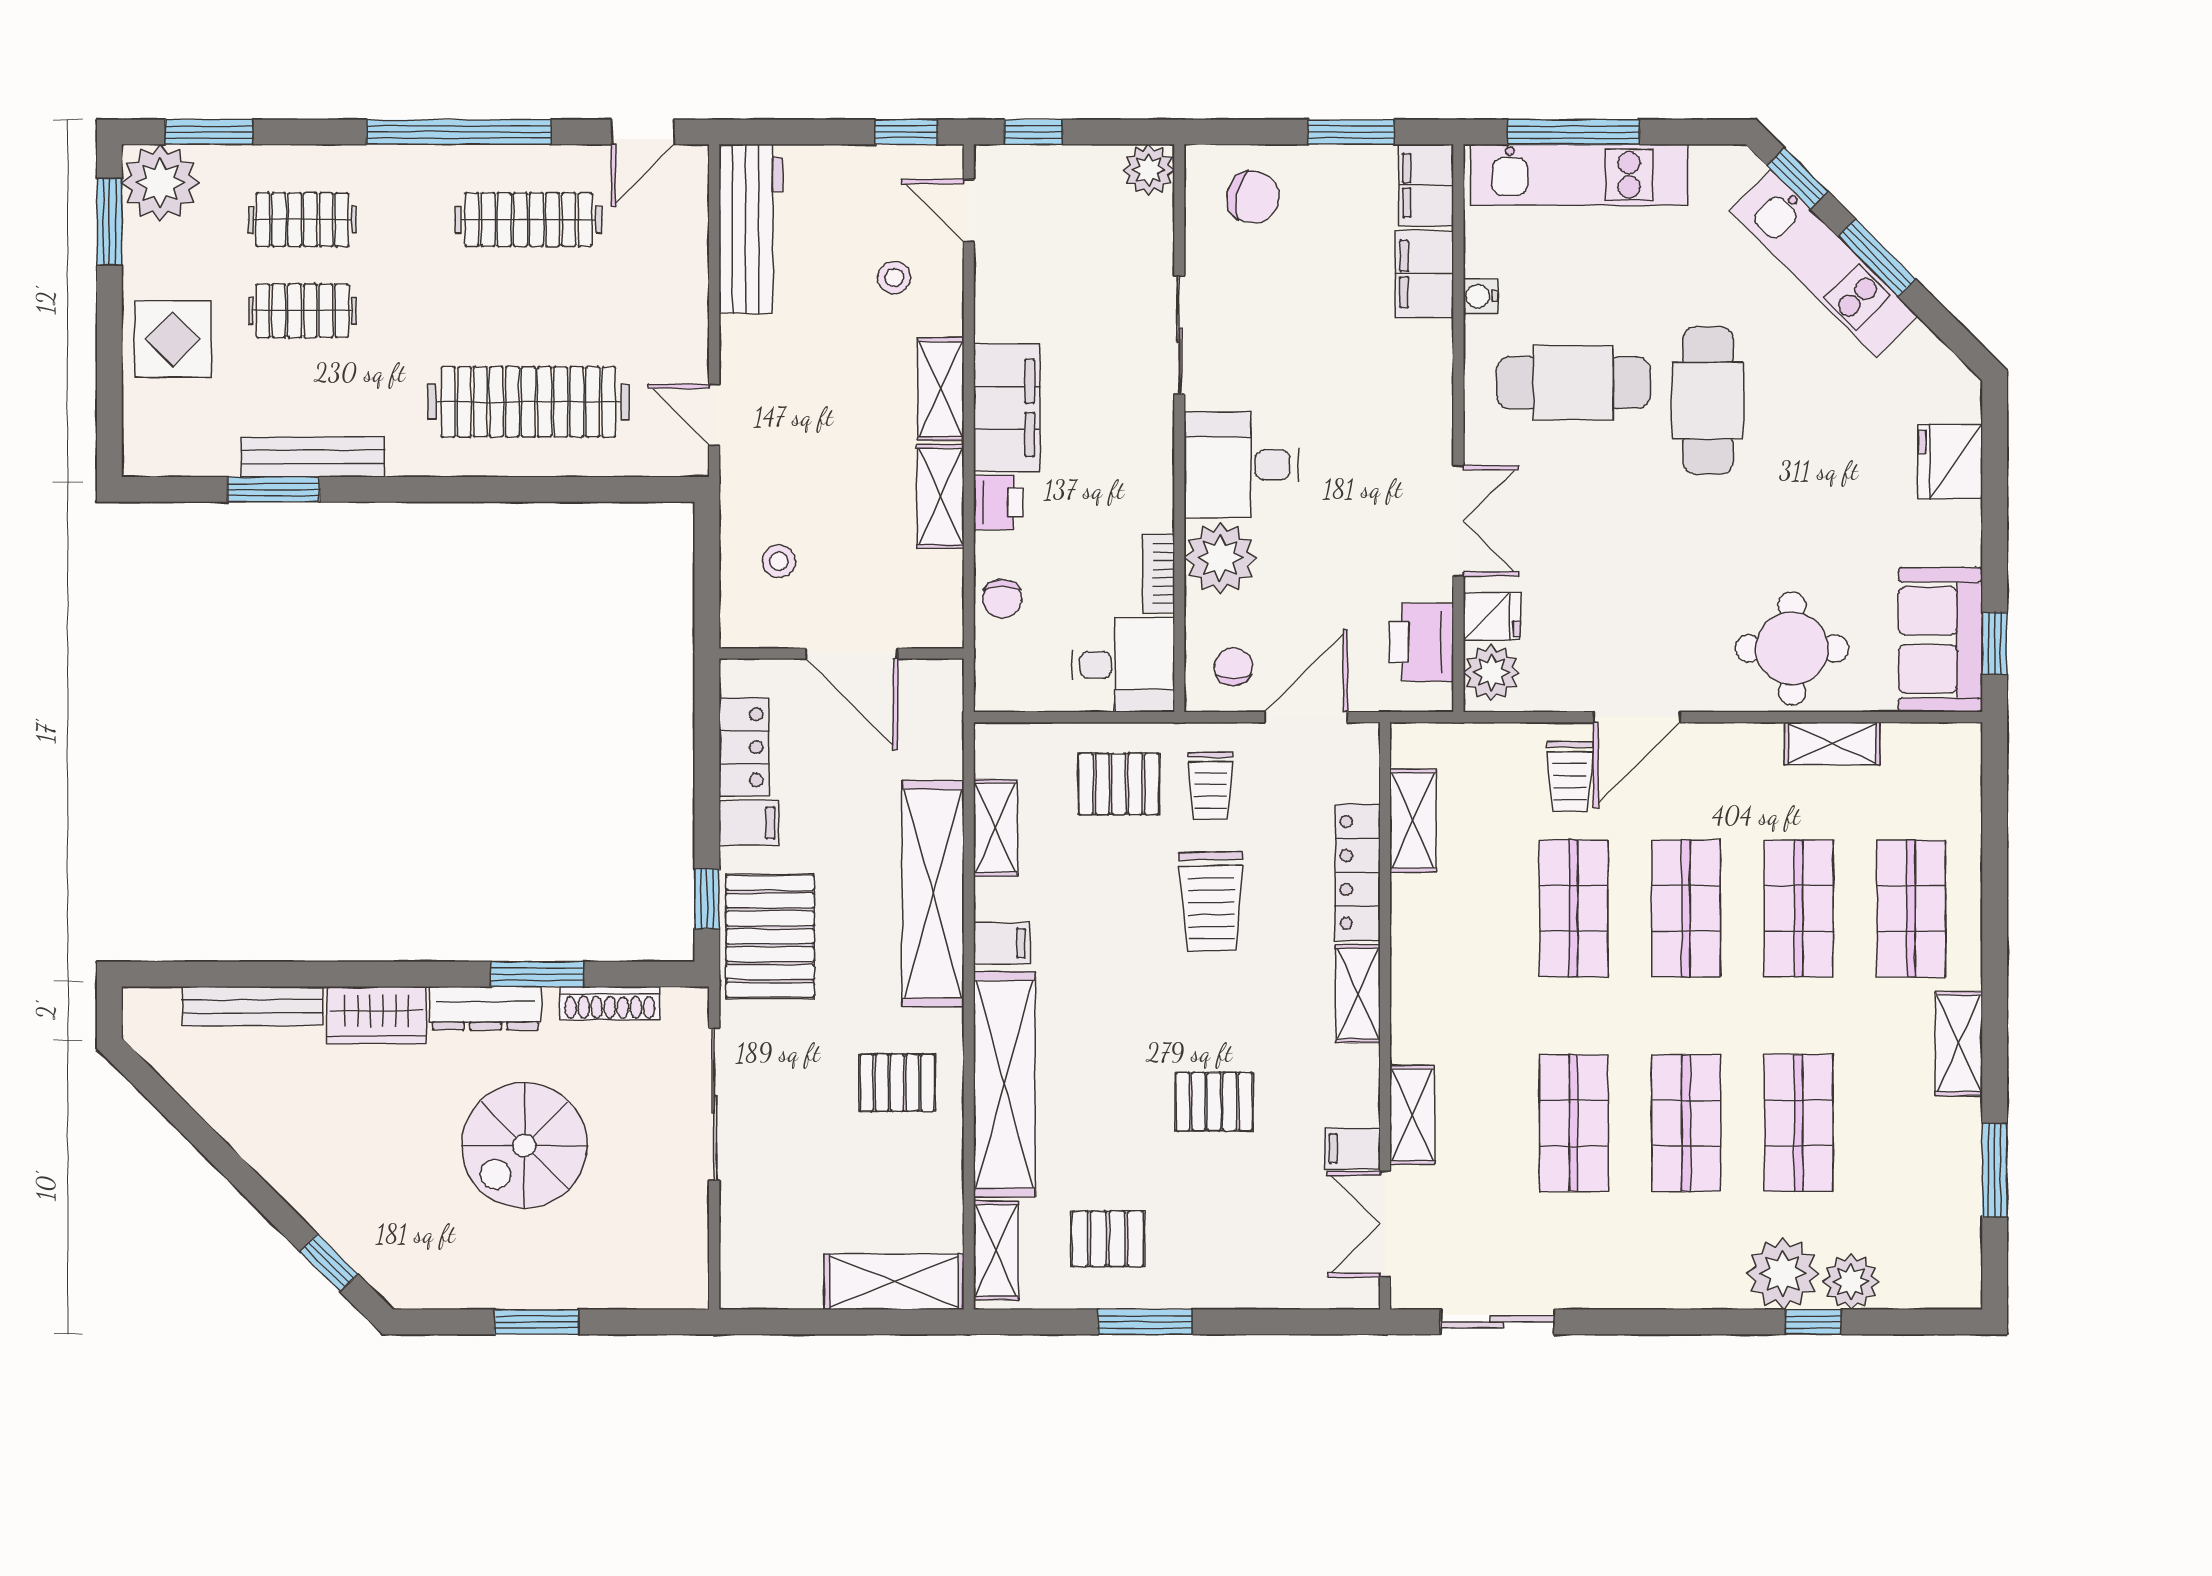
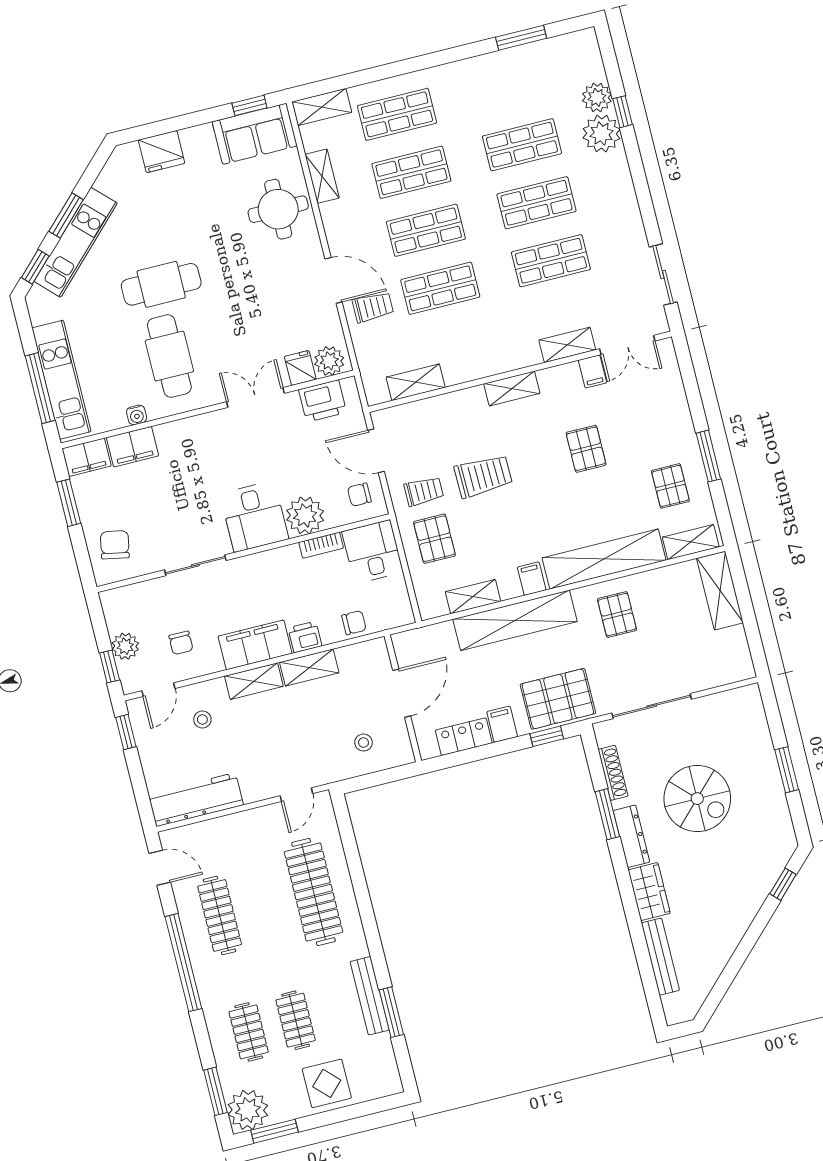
plant: (1149, 170) -> (125, 646), moved
chair: (1044, 273) -> (181, 643), added
locker: (1358, 873) -> (450, 404), removed
shelving: (1959, 1044) -> (322, 107), moved

